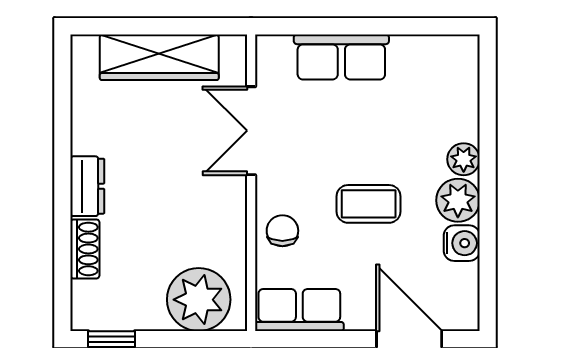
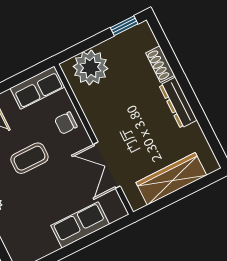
double door: (251, 131) -> (107, 165), swing flipped
dresser: (87, 186) -> (178, 103), width x1.44
chair: (282, 231) -> (66, 123), turned 90

